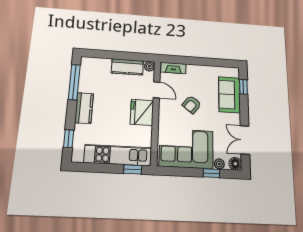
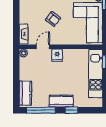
kitchen counter: (127, 67) -> (25, 93), moved
fridge: (142, 112) -> (57, 55), width x0.53, depth x0.75
window: (69, 139) -> (71, 110), moved

